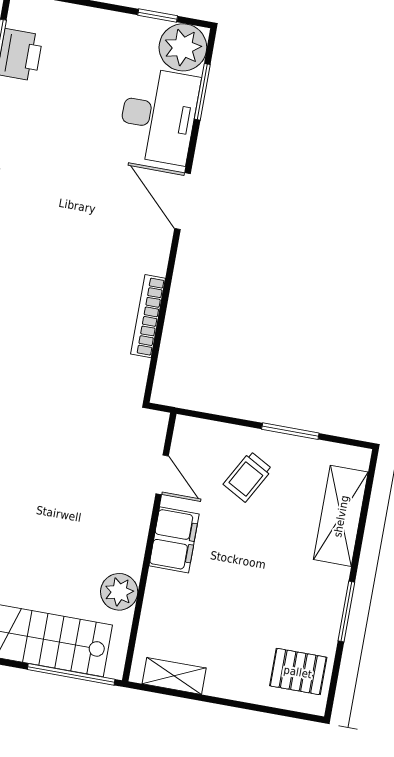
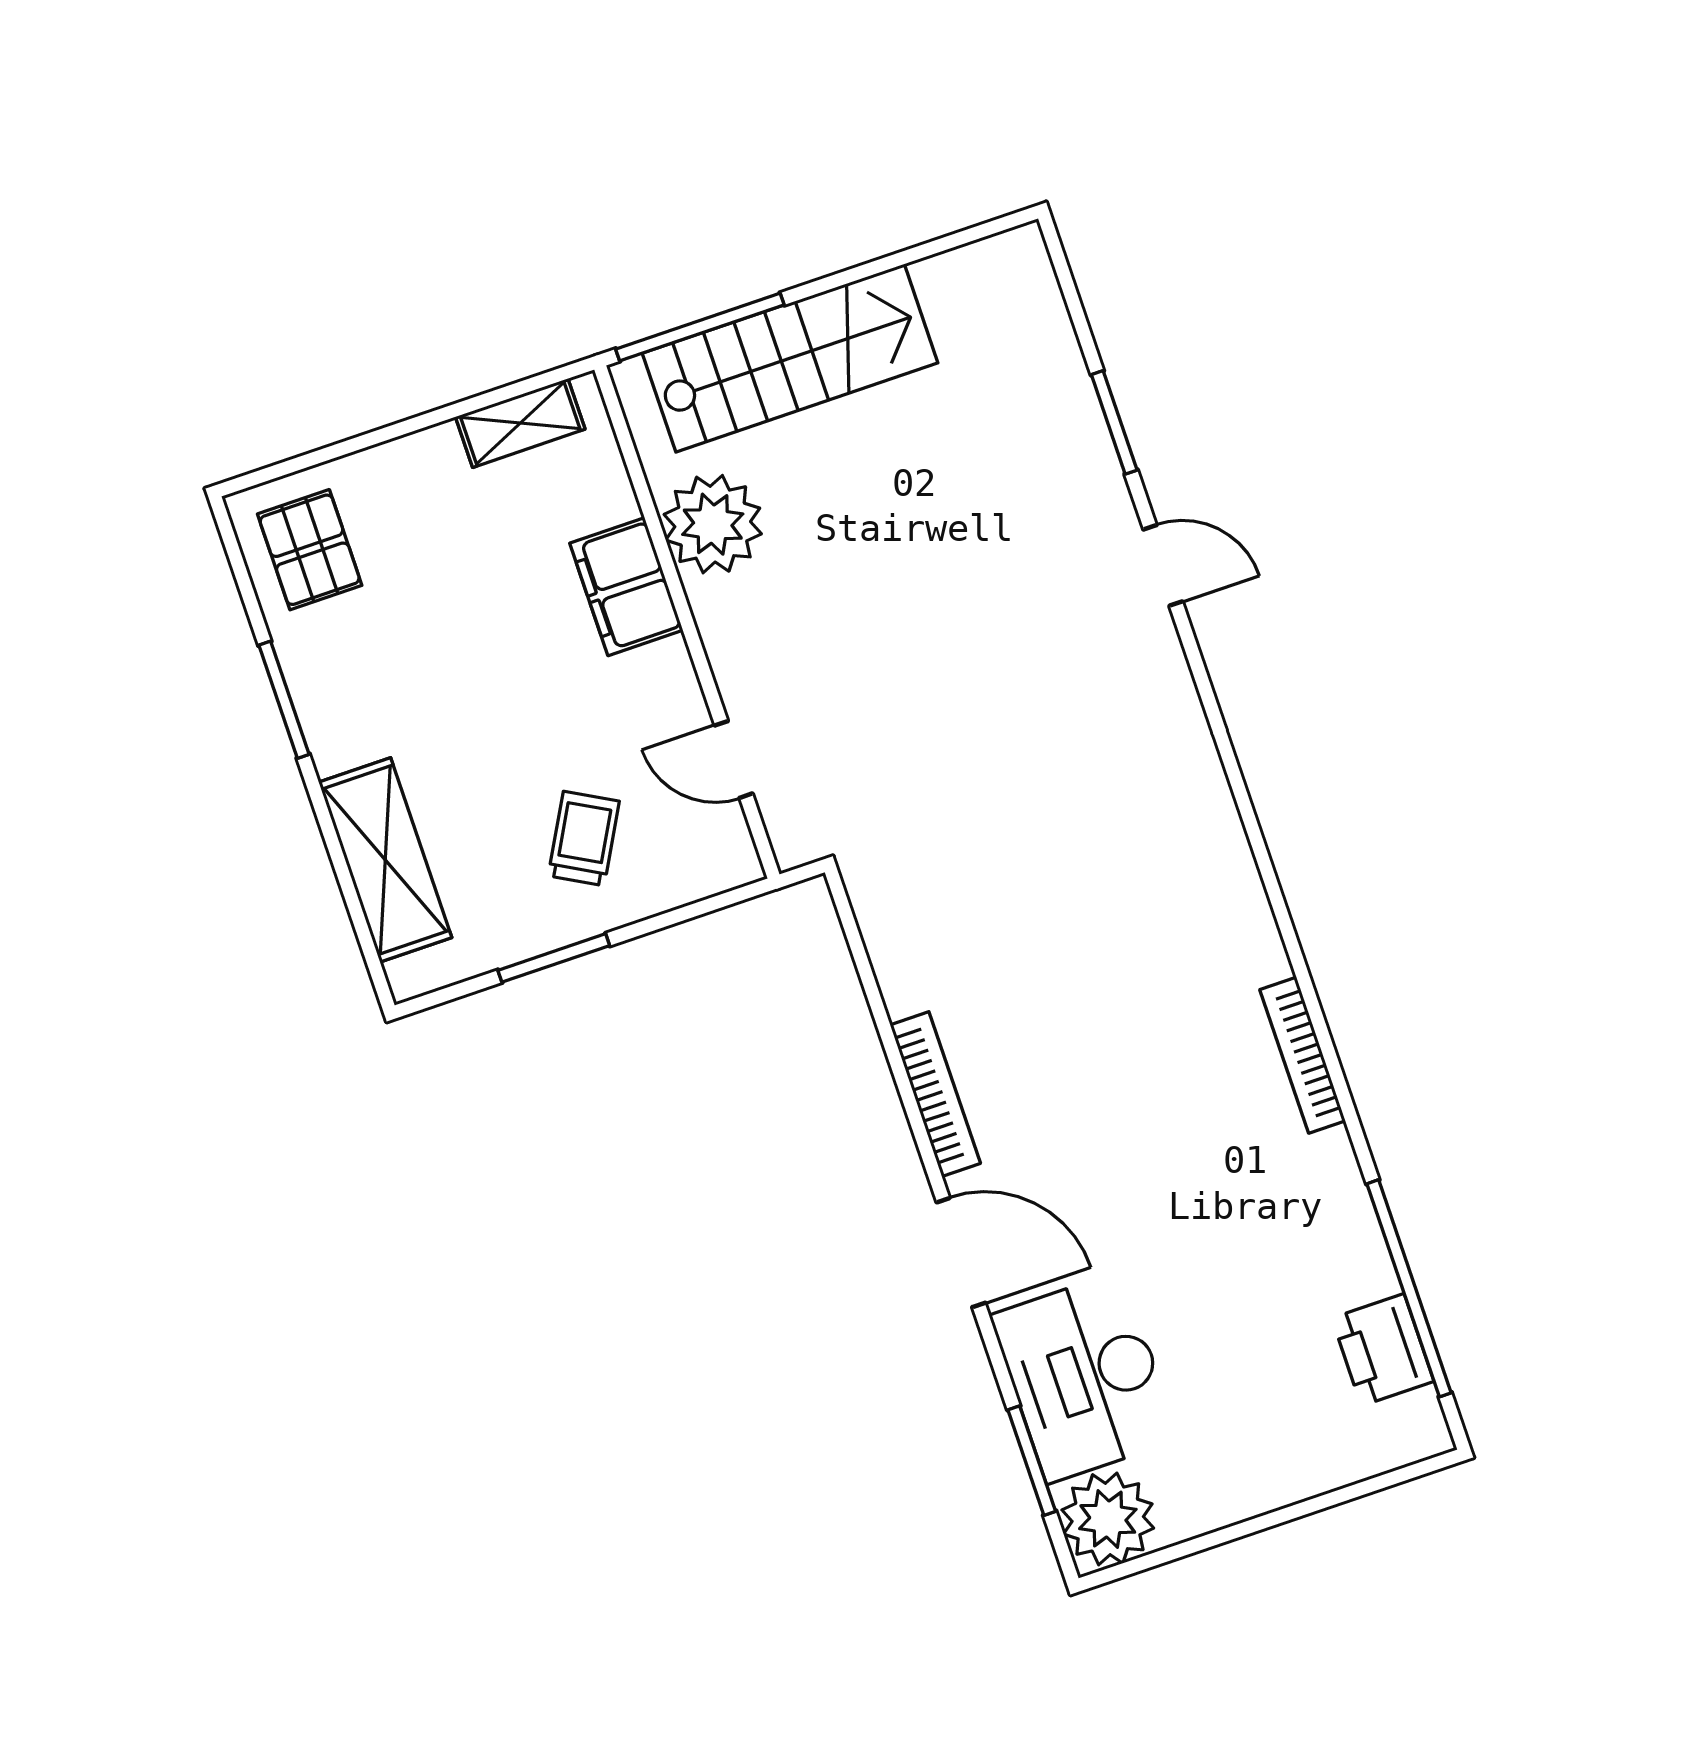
window: (158, 16) -> (1182, 1550), removed
bookcase: (148, 316) -> (935, 1094), moved
filing cabinet: (174, 540) -> (626, 587), moved
plant: (119, 592) -> (713, 524), width x1.36, depth x1.36
pallet: (298, 672) -> (310, 550), turned 90

